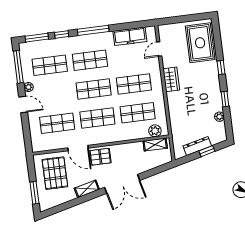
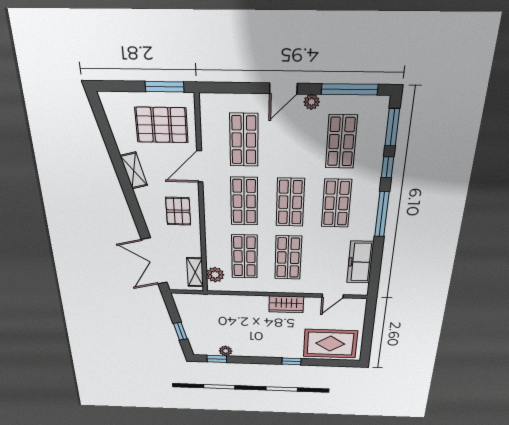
door: (159, 49) -> (333, 296), swing flipped
window: (225, 99) -> (217, 359), moved
dresser: (197, 146) -> (188, 321), removed
pallet: (100, 157) -> (178, 211), moved
double door: (122, 184) -> (154, 261), moved
window: (34, 193) -> (165, 87), moved

